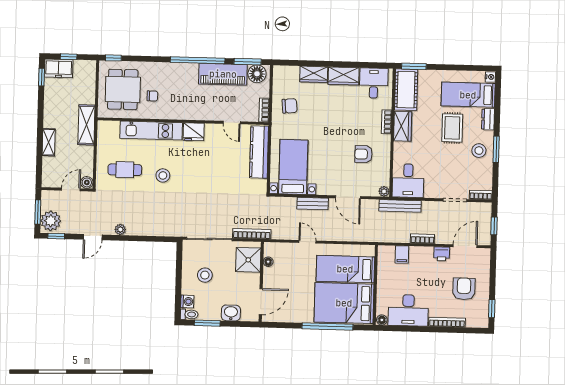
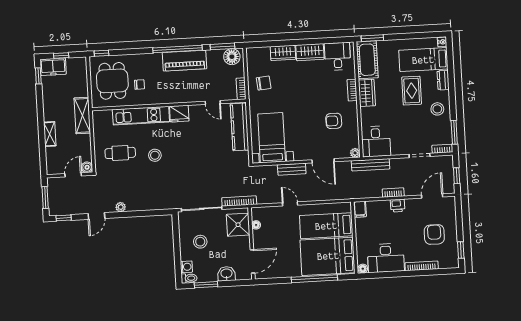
piano: (223, 74) -> (185, 61), moved
window: (496, 149) -> (454, 132), moved
plant: (51, 221) -> (57, 205), removed
printer: (442, 254) -> (398, 206), moved
filing cabinet: (402, 255) -> (360, 209), moved

